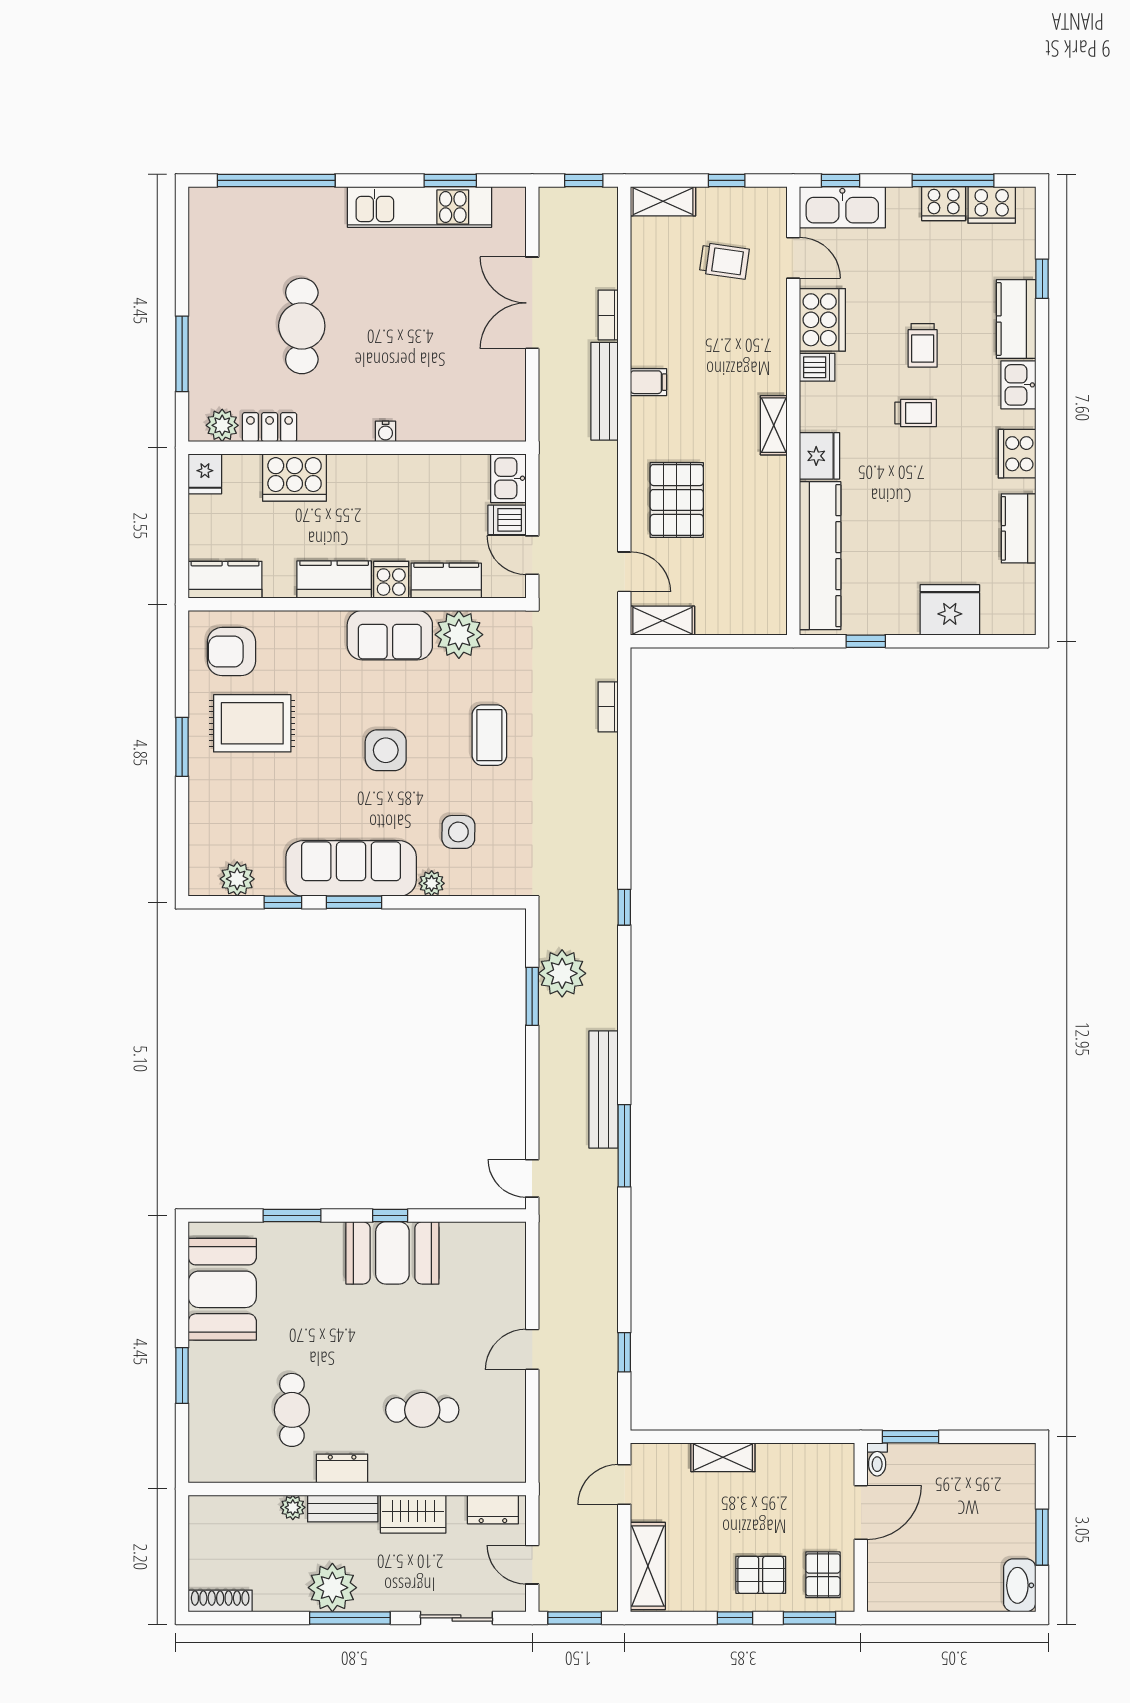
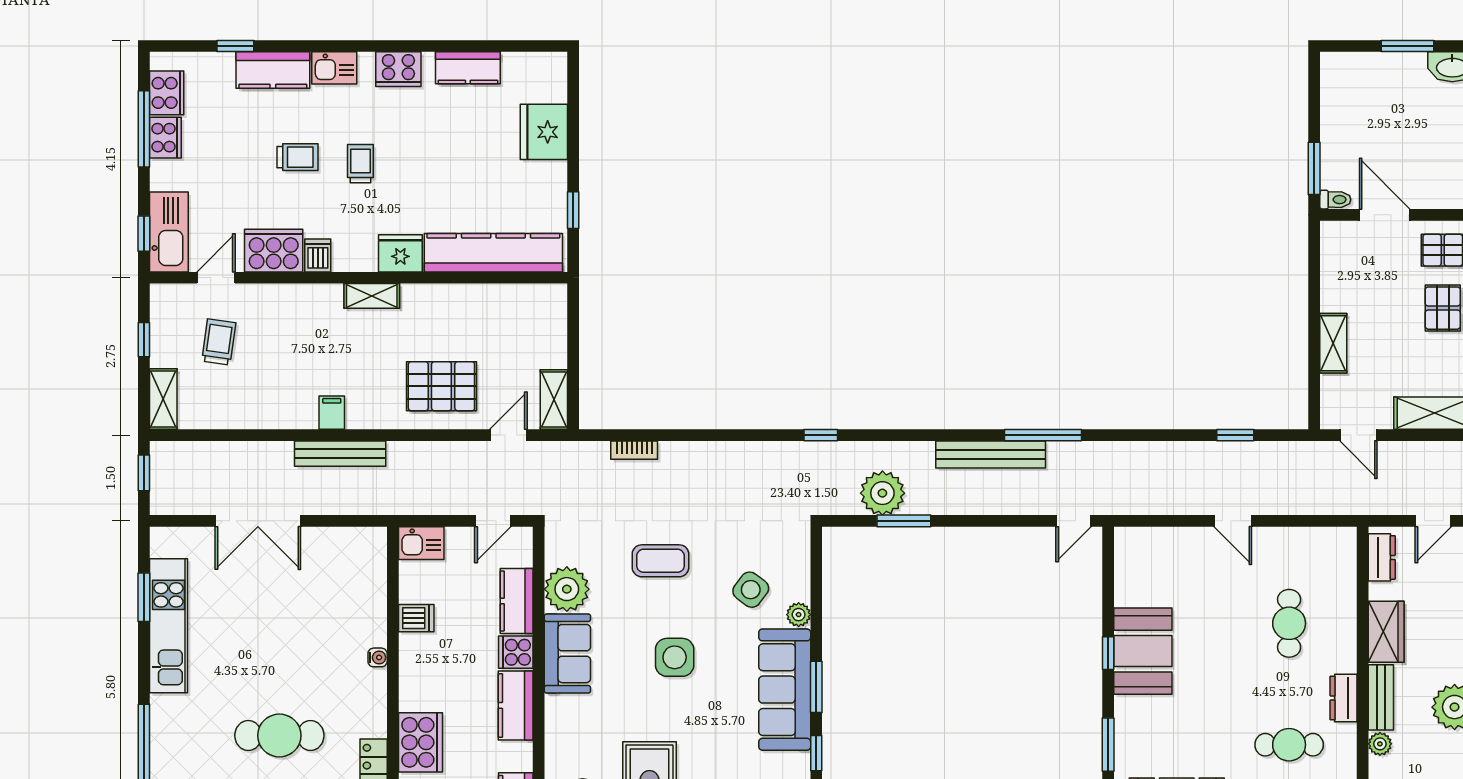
bookcase: (608, 315) -> (269, 450), removed
dishwasher: (507, 520) -> (416, 618), moved, turned -90
side table: (458, 832) -> (751, 590), turned 36

